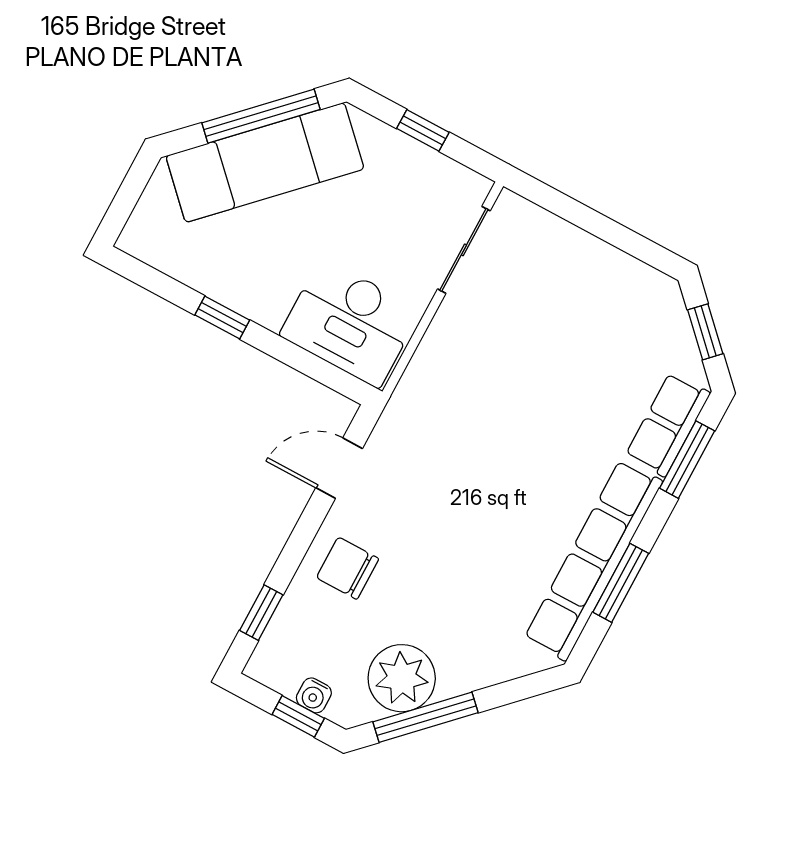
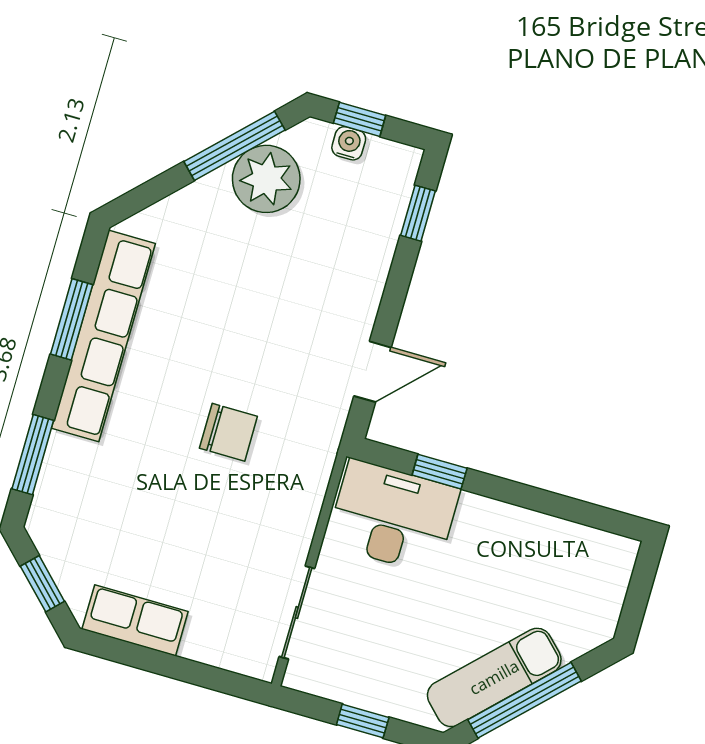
exam couch: (265, 162) -> (494, 677), width x0.73, depth x0.69
window: (222, 317) -> (440, 472), moved
row of seats: (668, 424) -> (135, 620), moved, turned -90
chair: (348, 568) -> (228, 432), moved

